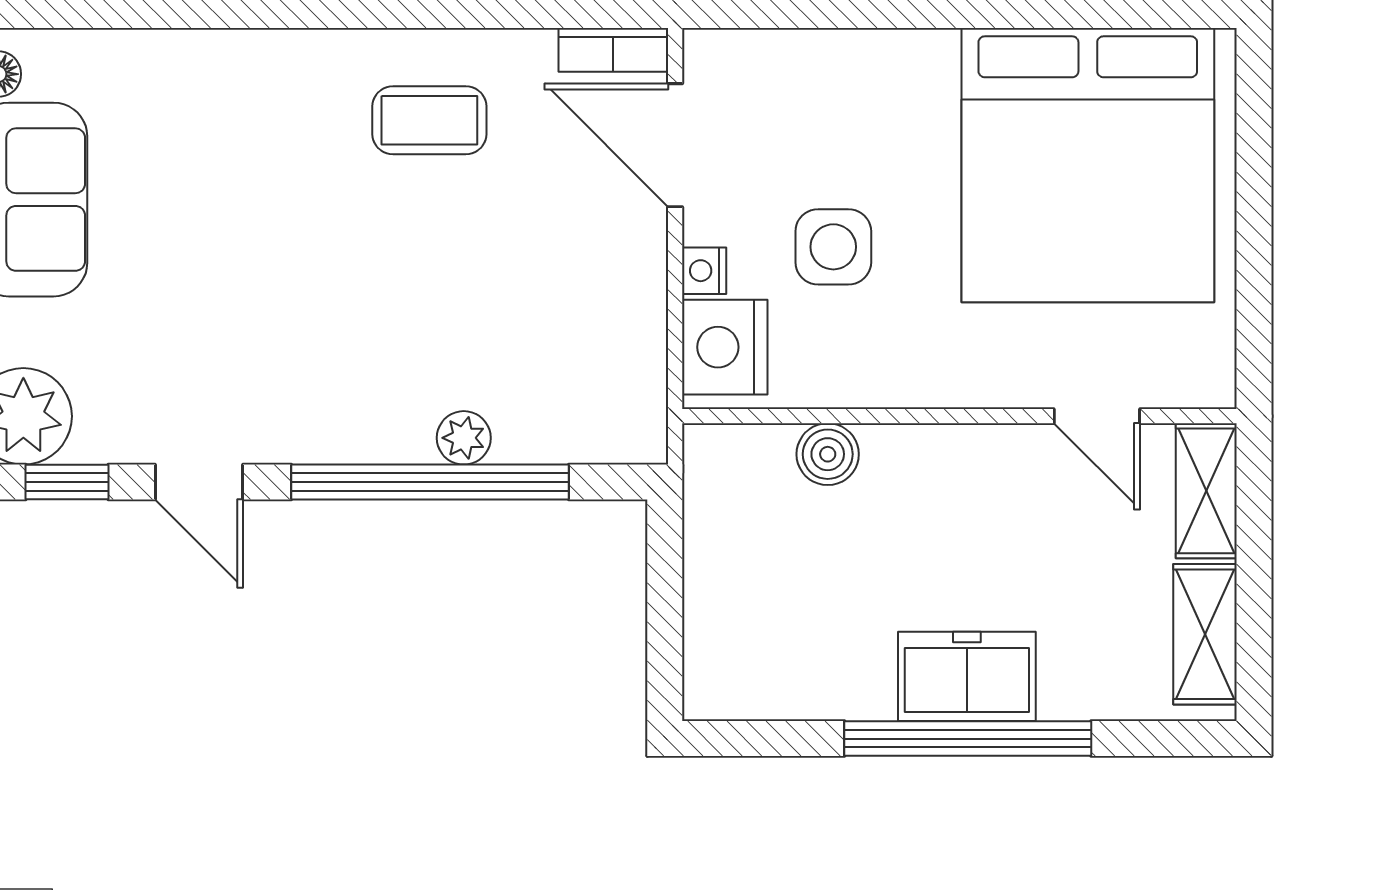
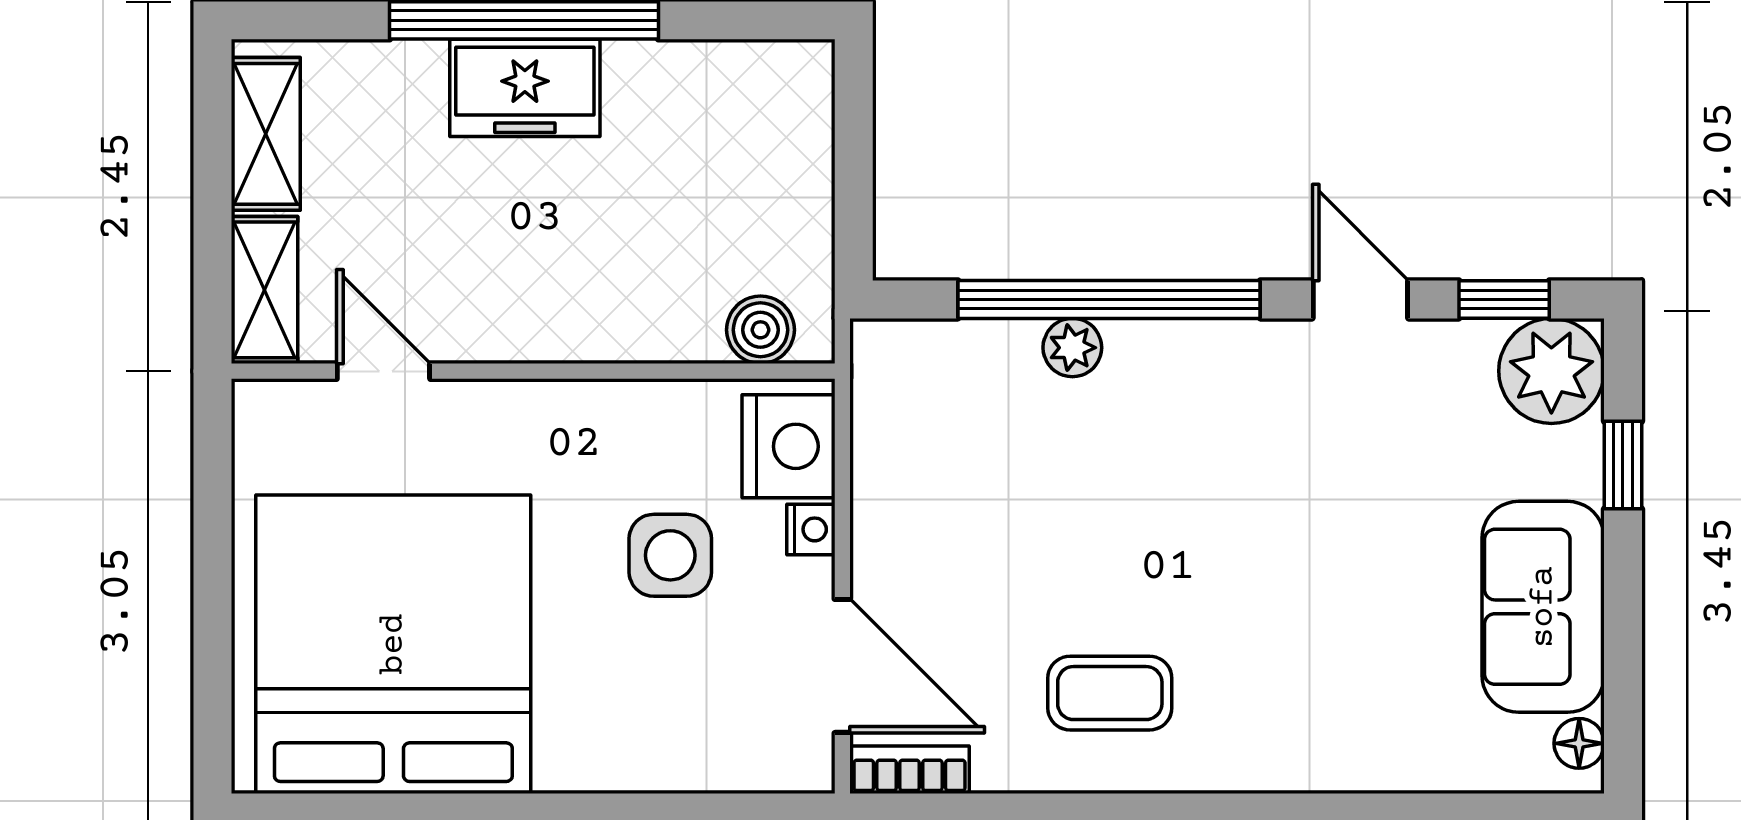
boiler: (828, 454) -> (760, 330), moved

